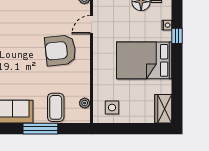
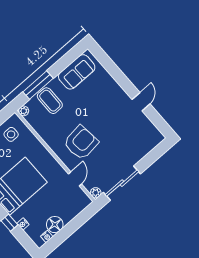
plant: (85, 103) -> (24, 111), moved
window: (40, 129) -> (38, 85), moved

